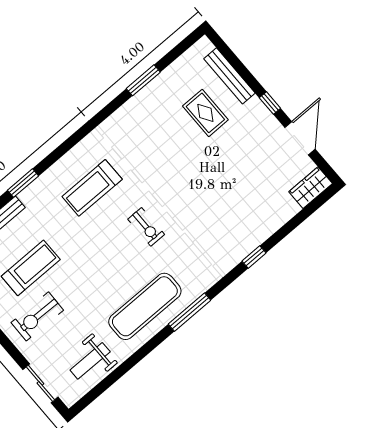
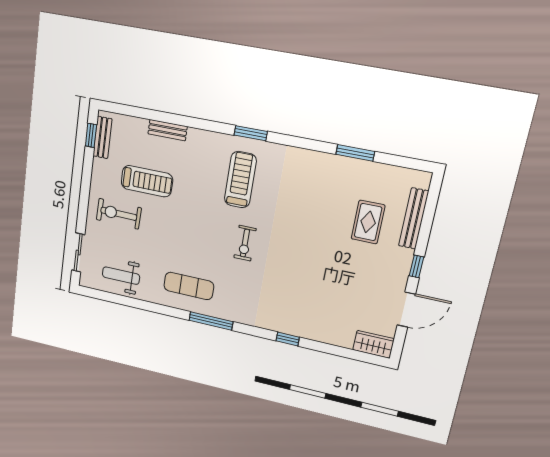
window: (23, 183) -> (251, 133), moved
treadmill: (92, 188) -> (240, 180), turned 90
exercise mat: (145, 306) -> (189, 286), width x0.73, depth x0.69

